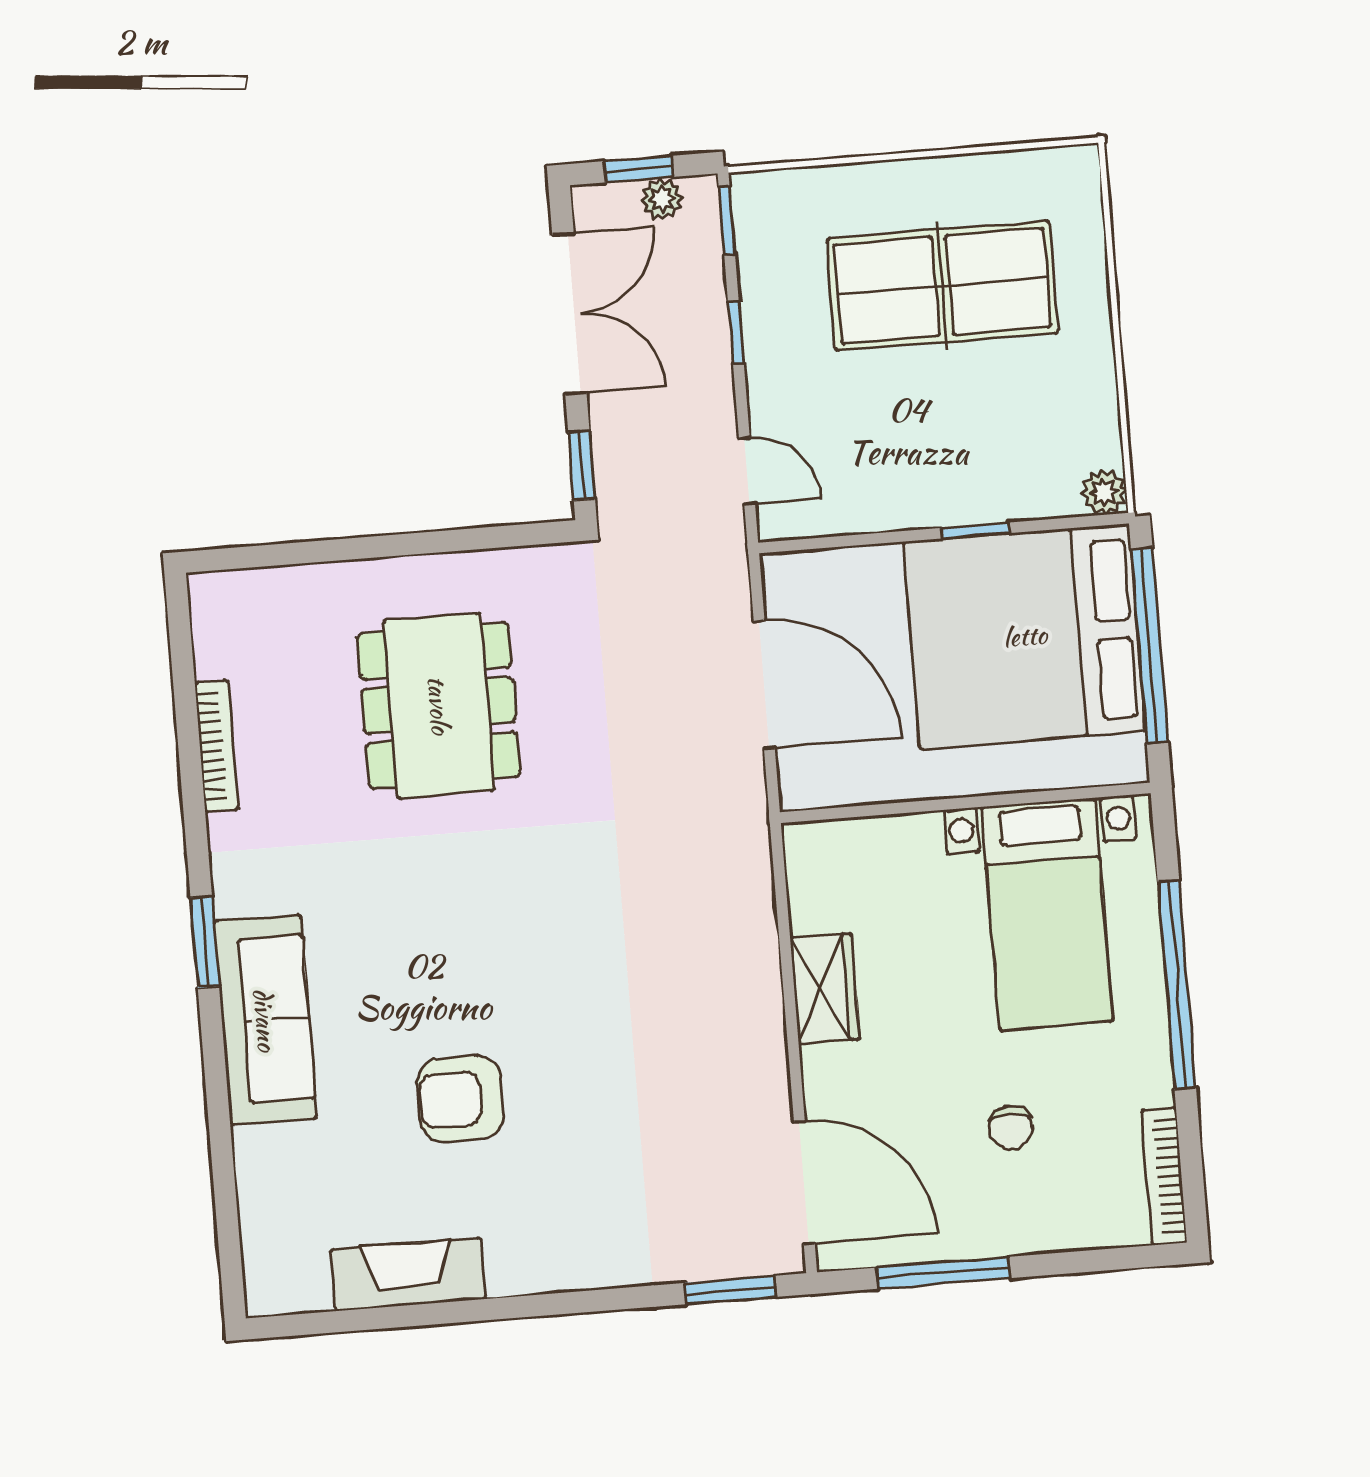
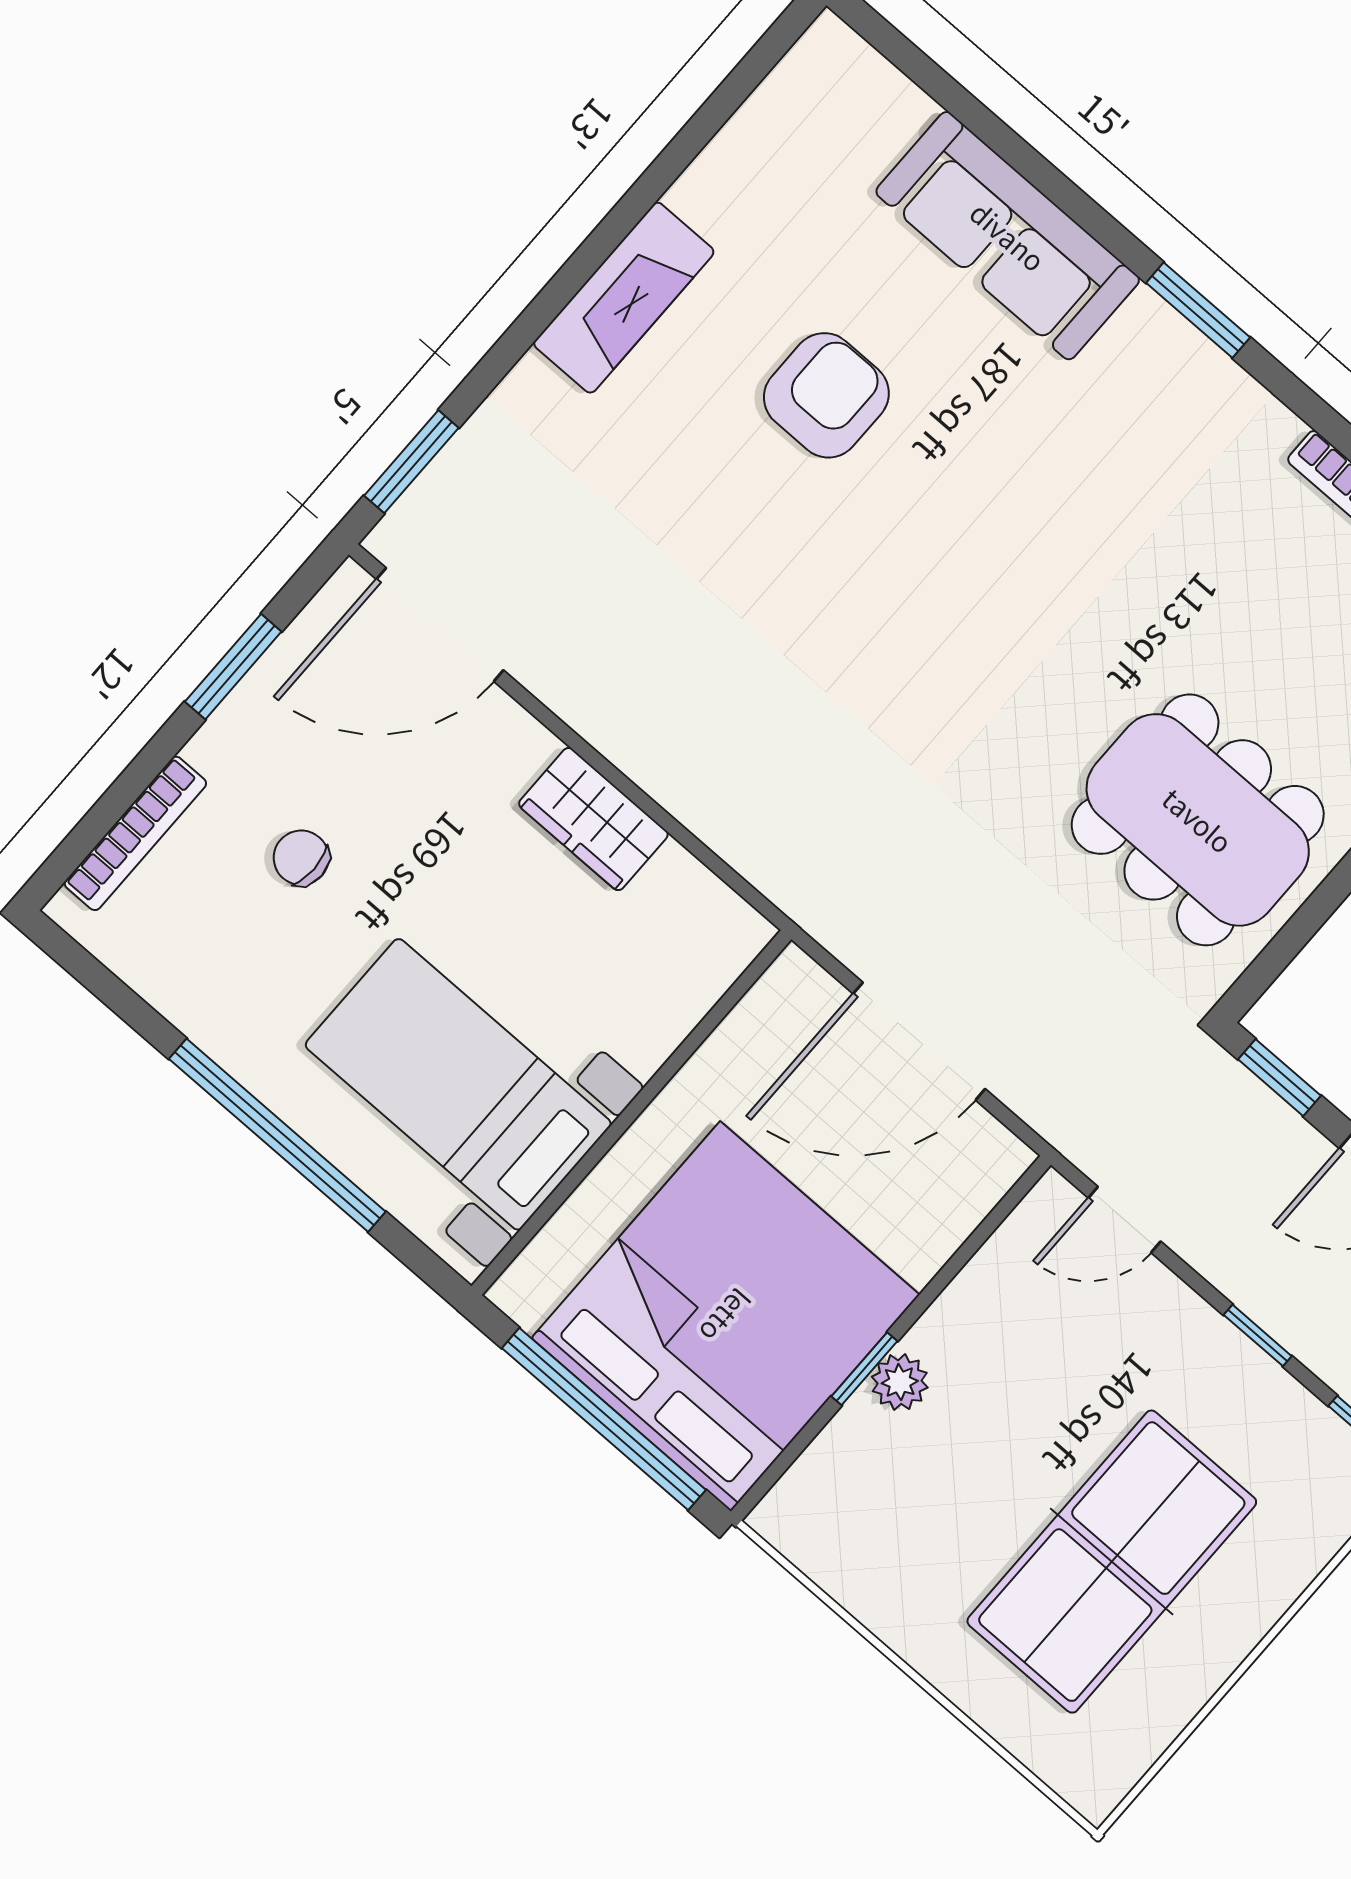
plant: (1104, 492) -> (900, 1382), moved
dining table: (439, 705) -> (1198, 820), moved
sofa: (265, 1020) -> (1008, 236), moved
bookcase: (1164, 1176) -> (135, 833), moved, turned 90
window: (944, 1273) -> (233, 667), width x0.69
fireplace: (408, 1274) -> (624, 298), moved

